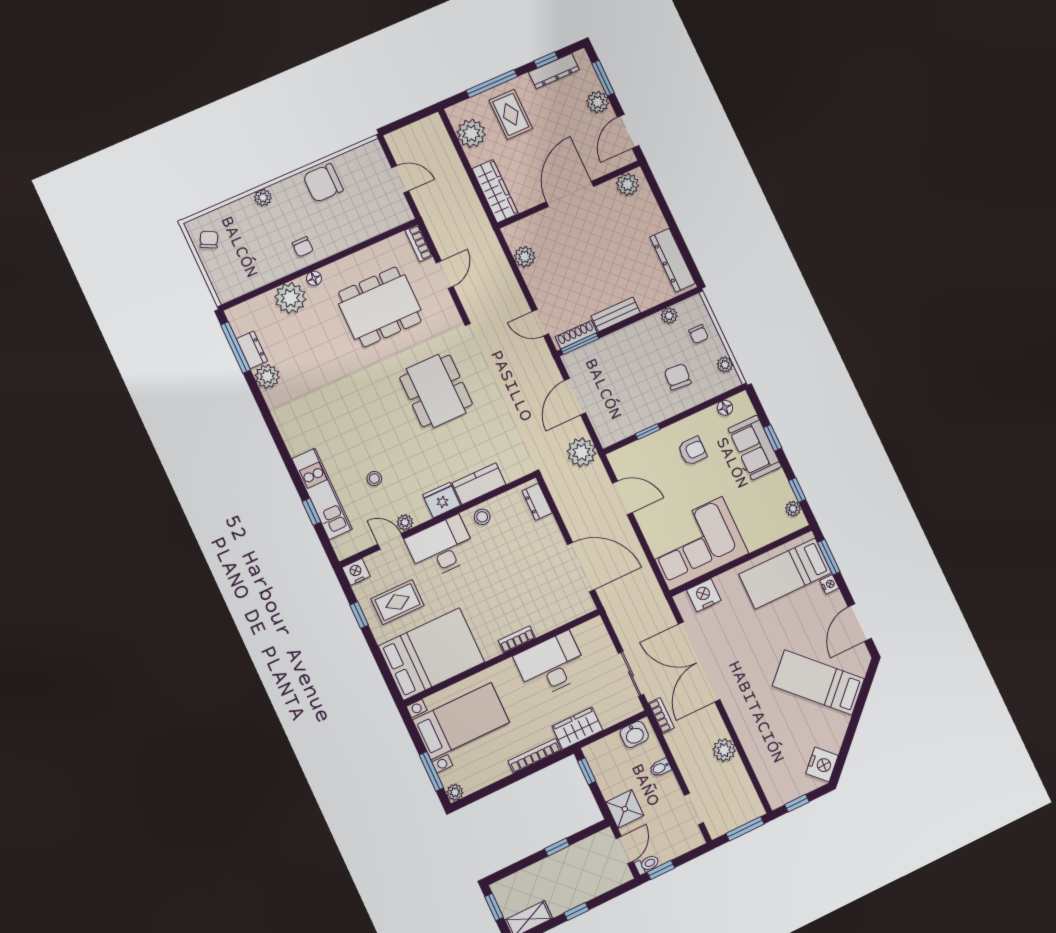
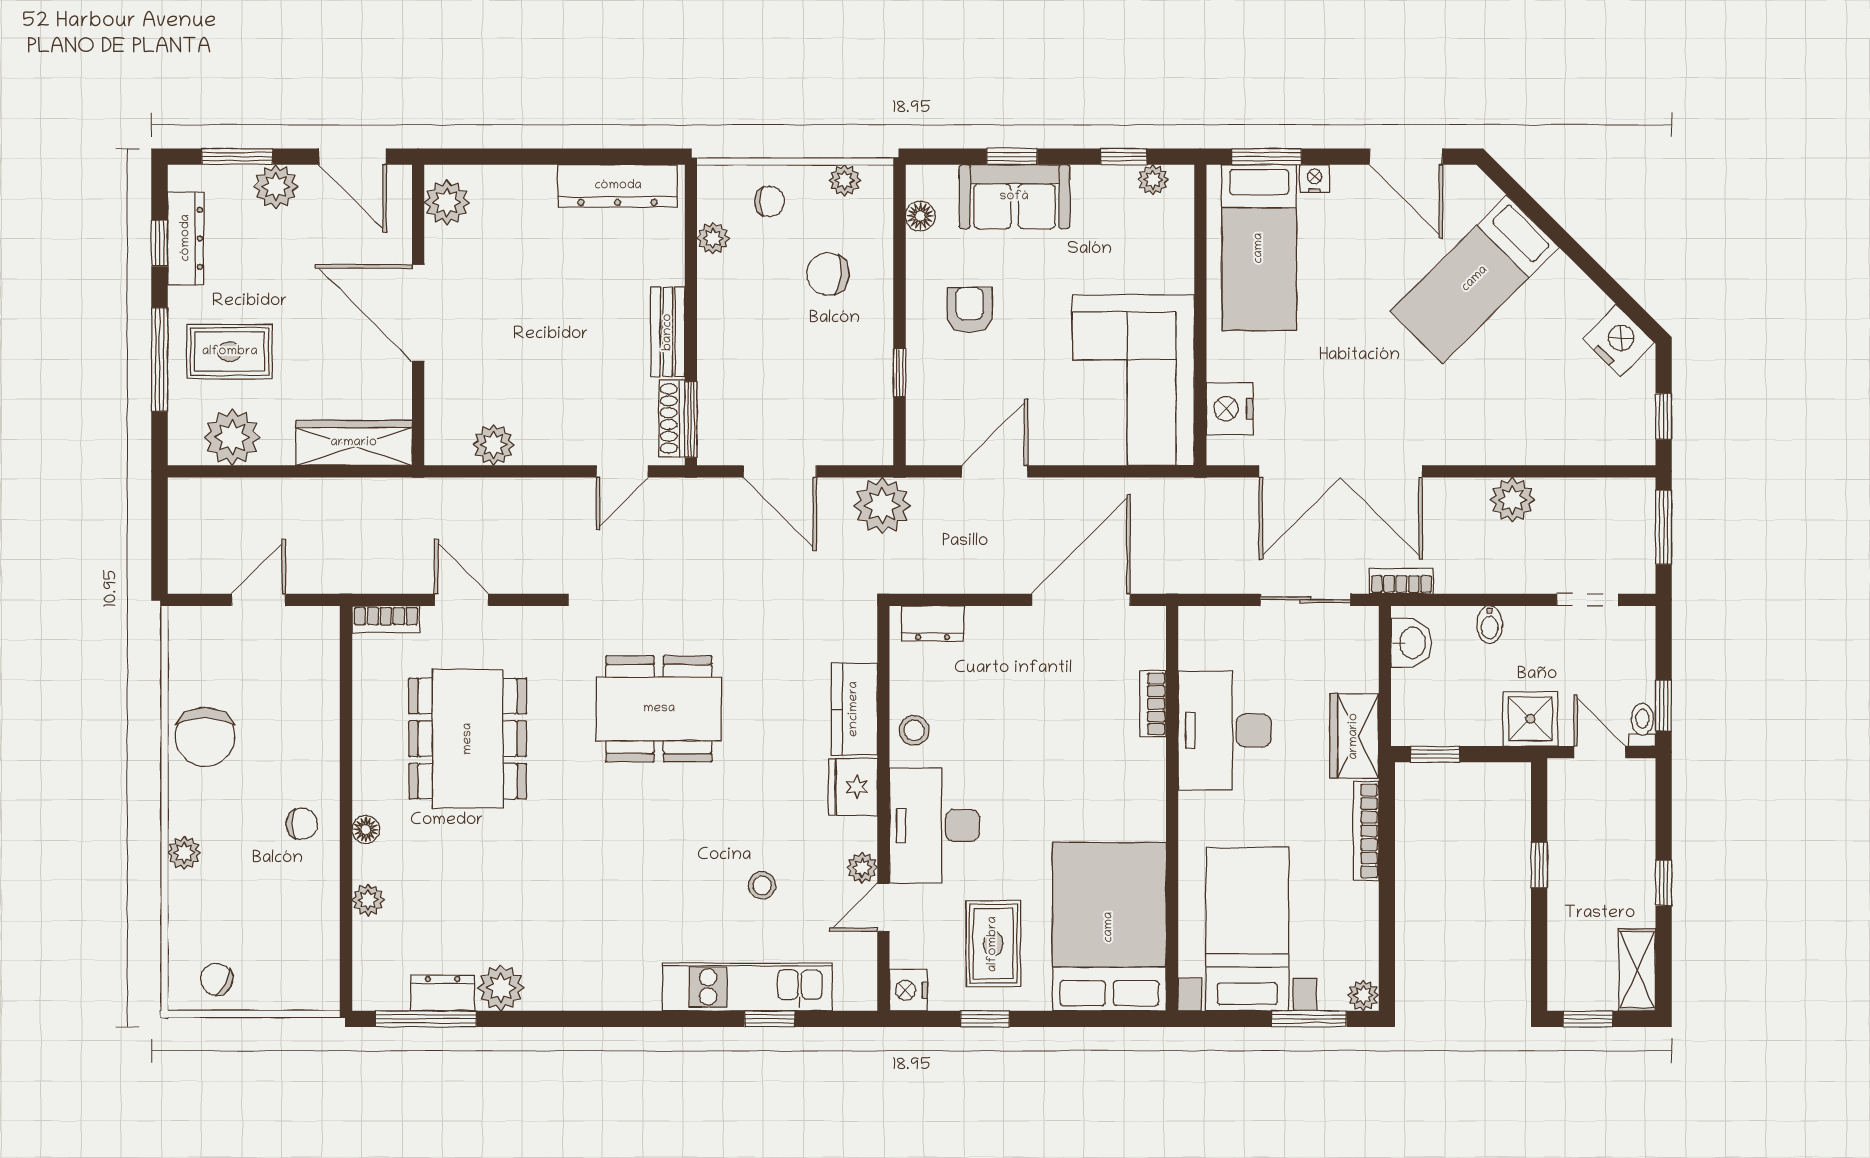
plant: (290, 298) -> (368, 900), width x0.53, depth x0.53
bookcase: (517, 639) -> (1153, 704), moved

